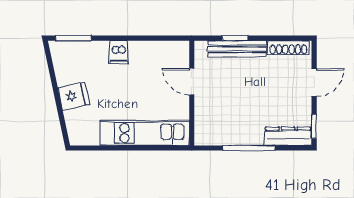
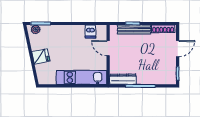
plant: (64, 49) -> (36, 29), added
dishwasher: (119, 52) -> (90, 31), moved
dresser: (288, 136) -> (123, 79), moved

